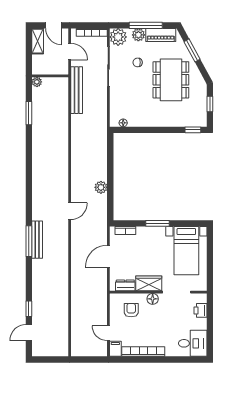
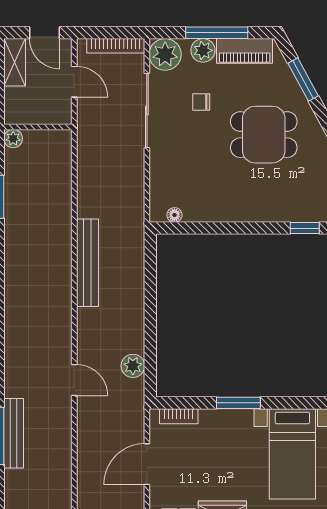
dining table: (171, 80) -> (264, 135), width x0.73
bench: (77, 90) -> (87, 263), moved
plant: (101, 187) -> (133, 366), moved
door: (70, 211) -> (74, 380), hinge flipped

